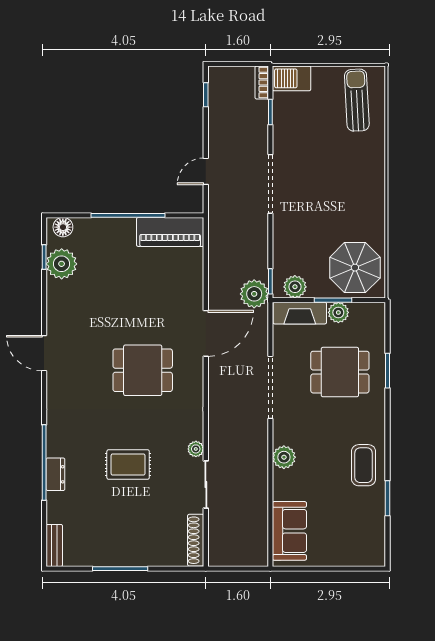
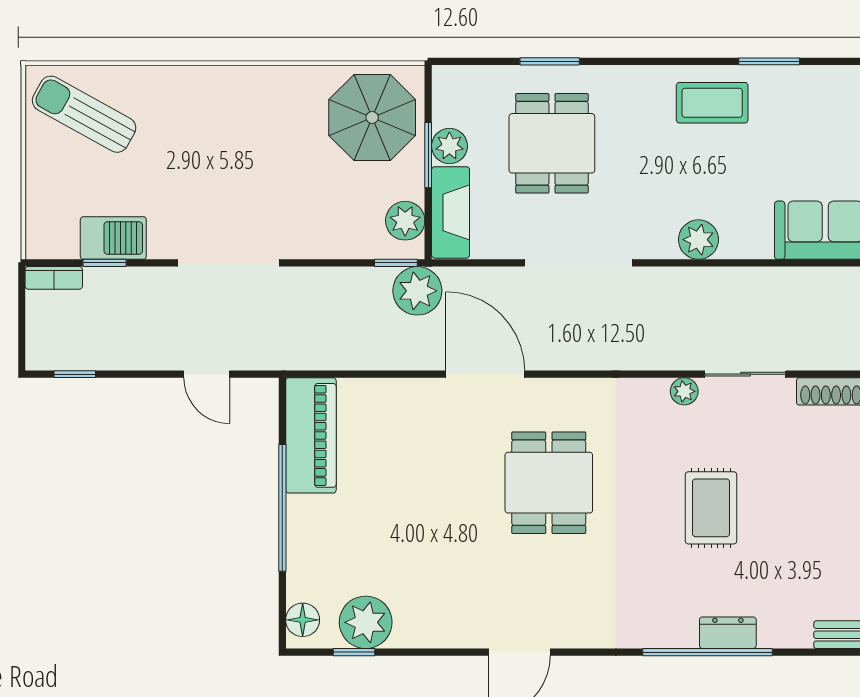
barbecue: (292, 78) -> (113, 238), moved, turned -90
sun lounger: (357, 100) -> (84, 114), turned 32

